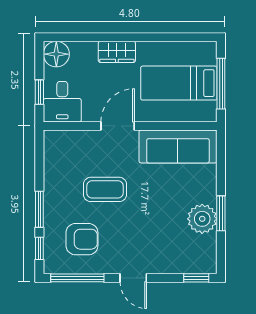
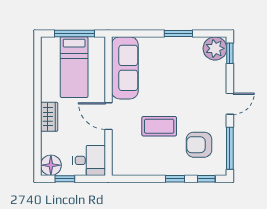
window: (39, 92) -> (65, 179), moved
coffee table: (105, 189) -> (159, 126), turned 90
window: (39, 209) -> (175, 179), width x0.67
plant: (202, 219) -> (215, 48), moved
armchair: (82, 239) -> (199, 145), turned -90

